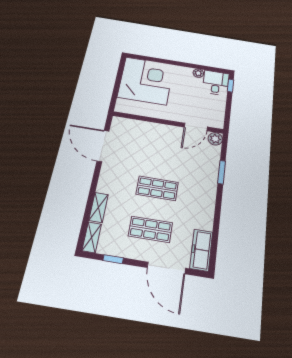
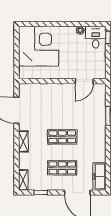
plant: (215, 139) -> (100, 89), removed
shelving: (99, 207) -> (23, 141), moved

